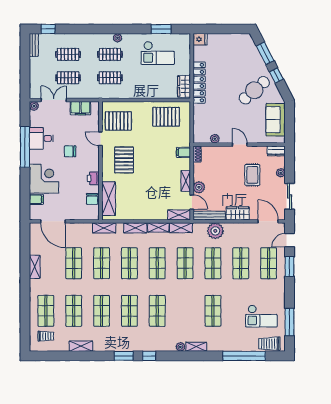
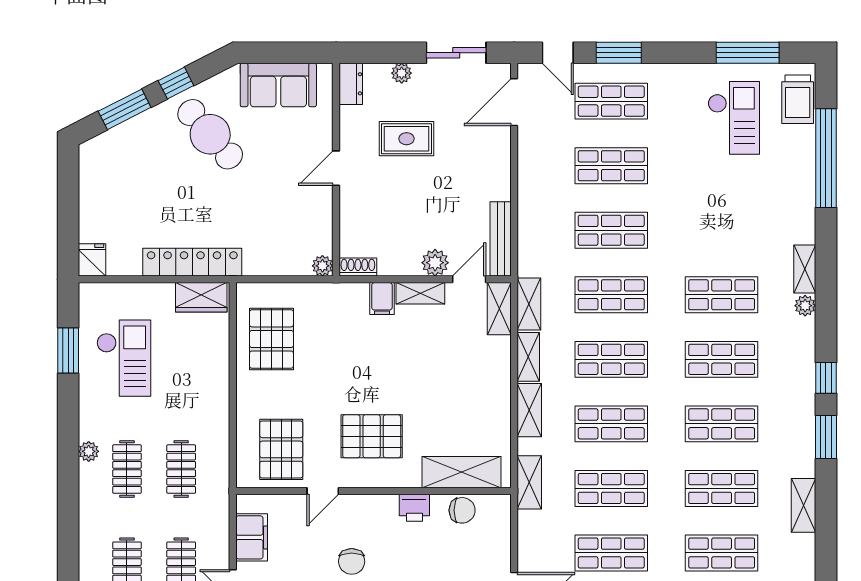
plant: (215, 139) -> (322, 266), moved
filing cabinet: (183, 152) -> (382, 299), moved
wardrobe: (238, 213) -> (496, 173), removed
plant: (215, 231) -> (536, 225), removed
shop shelf: (213, 311) -> (722, 295), moved
shelving: (81, 346) -> (803, 505), moved

